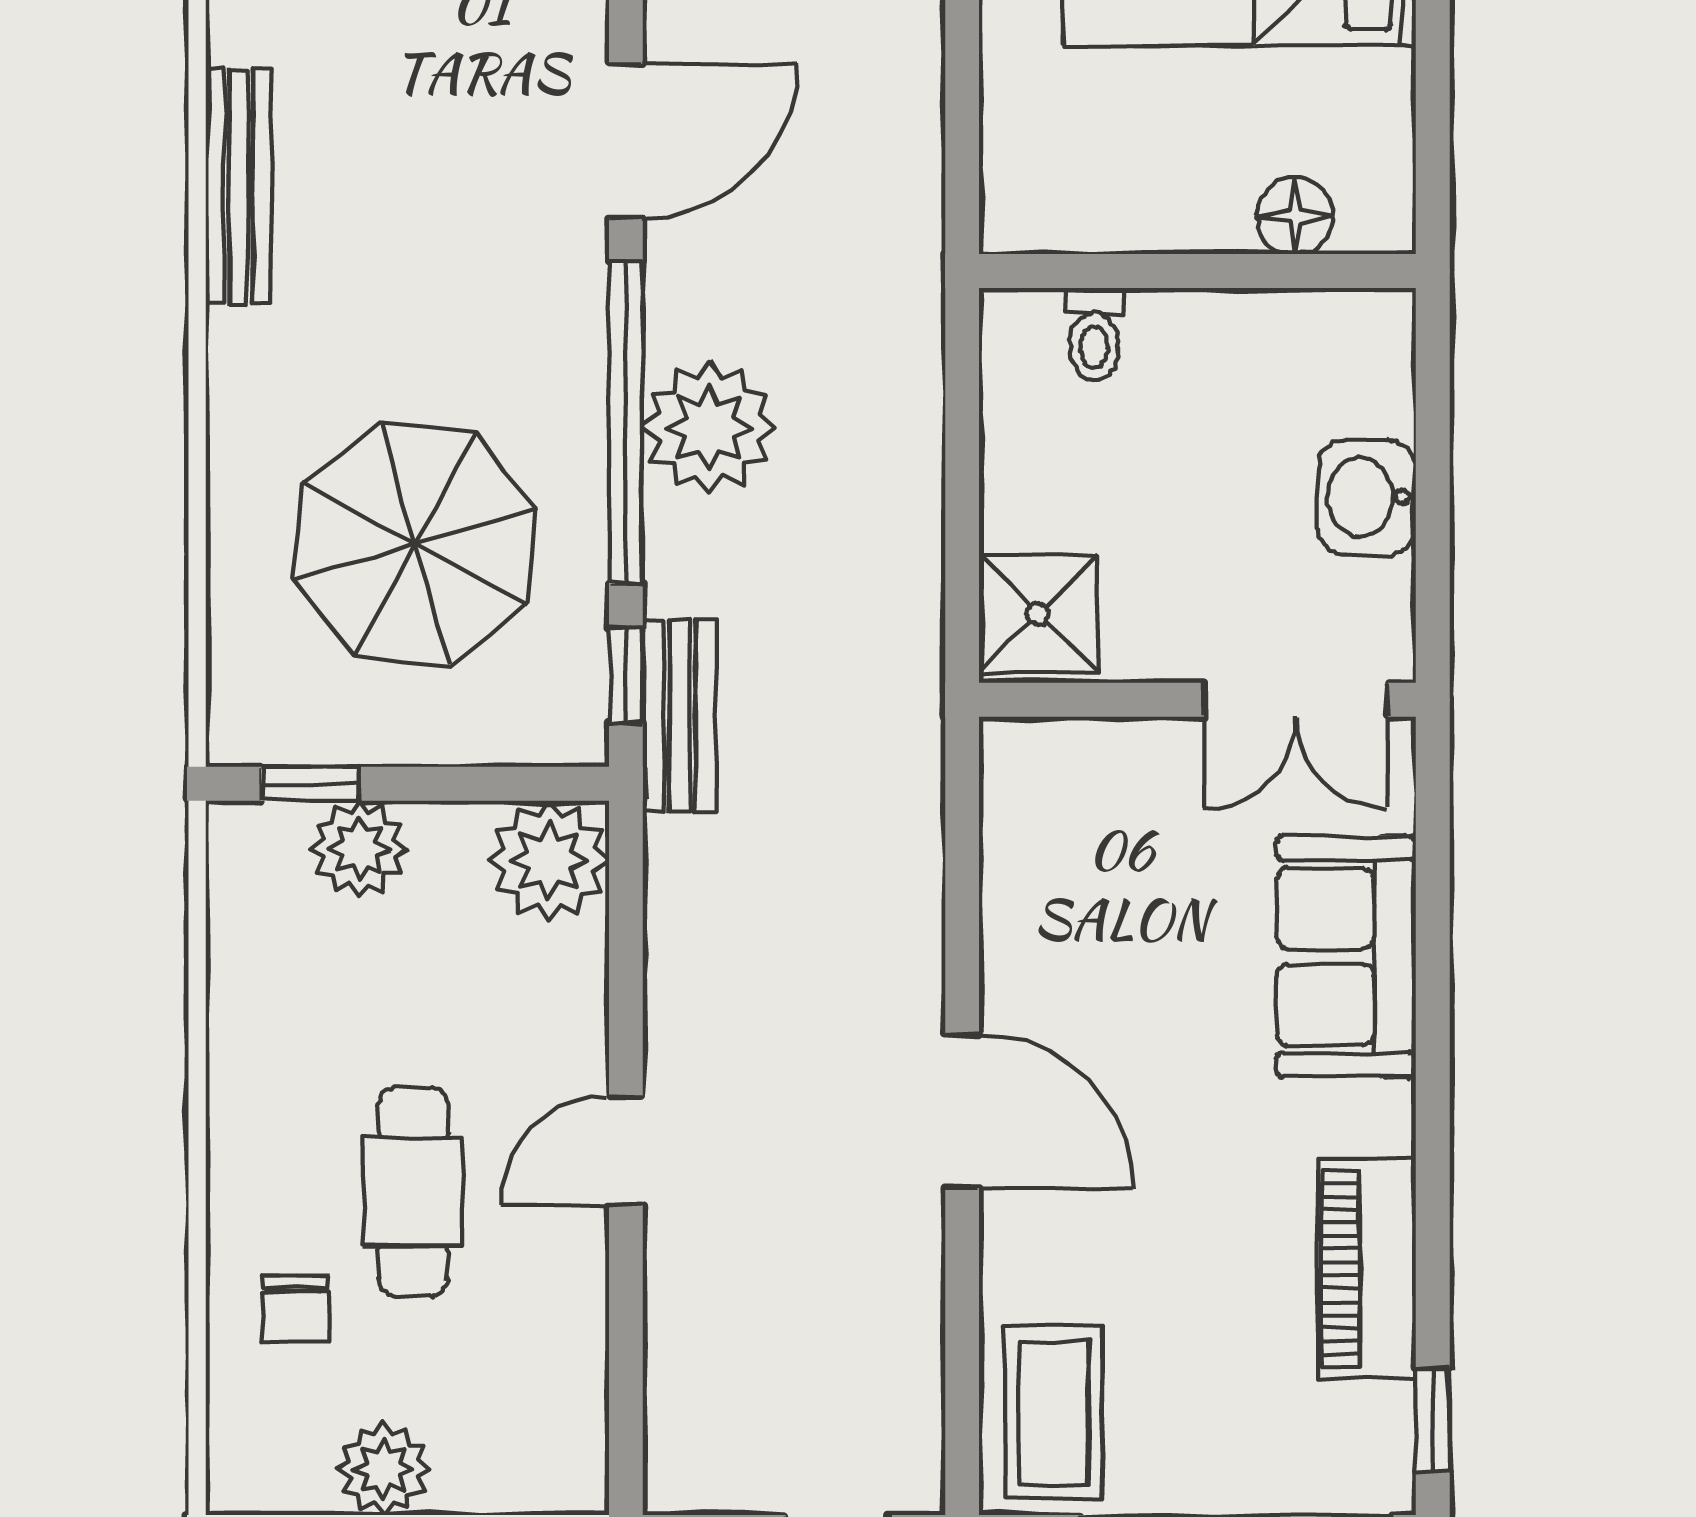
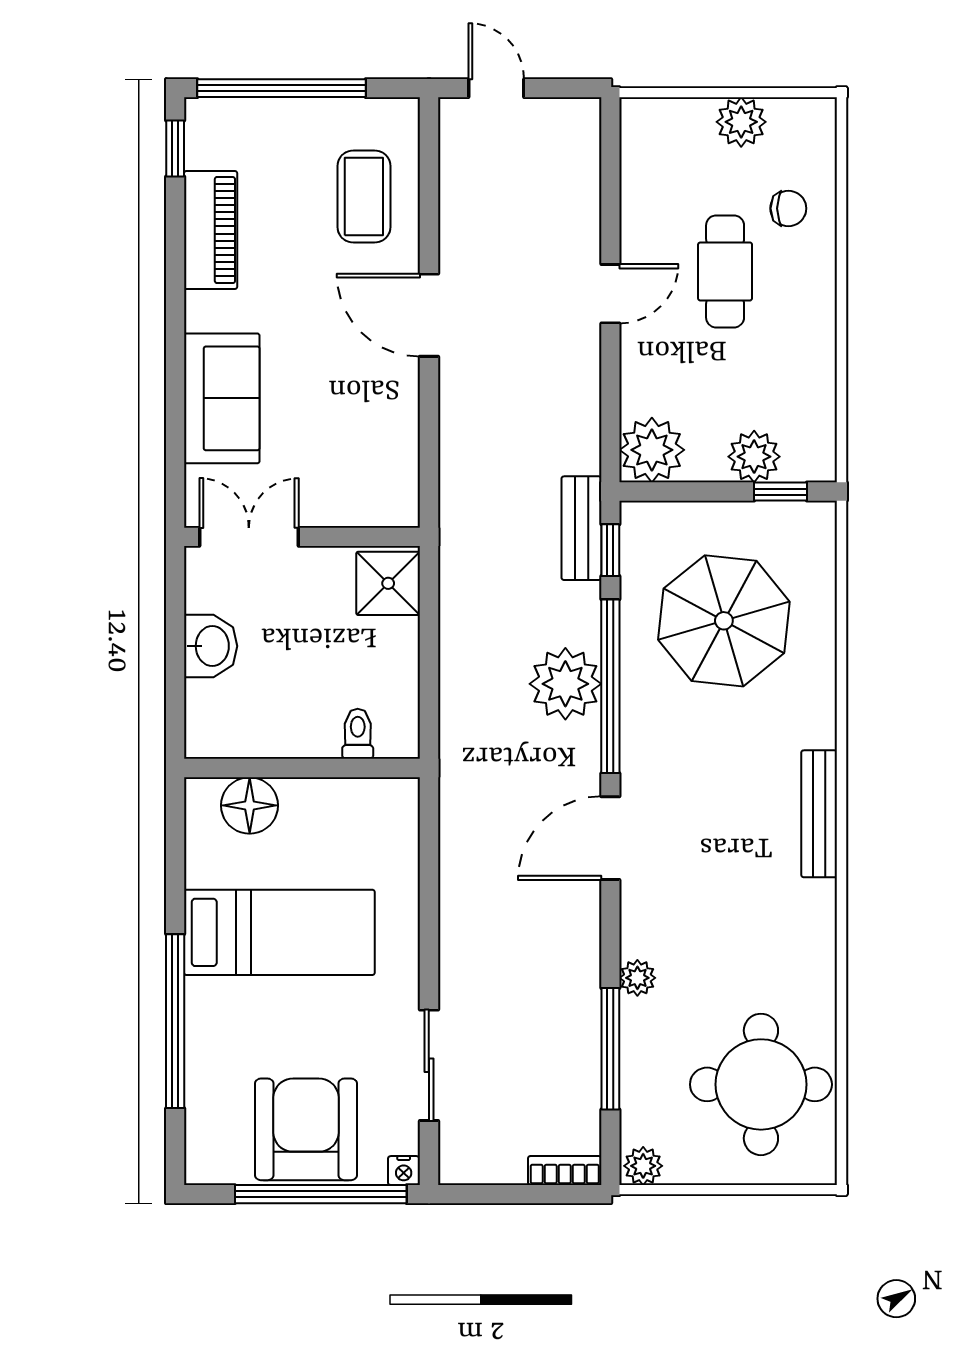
floor lamp: (1295, 216) -> (250, 805), width x1.38, depth x1.38
chair: (296, 1309) -> (788, 208), turned 90
coffee table: (1054, 1412) -> (364, 197), moved

